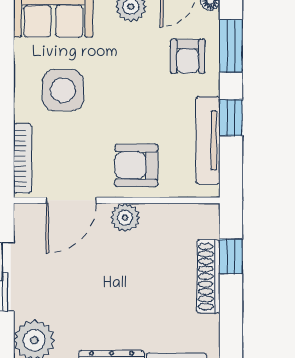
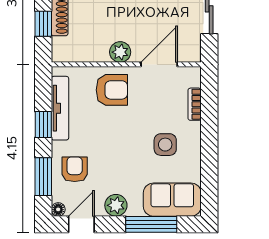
side table: (63, 90) -> (165, 145), width x0.73, depth x0.73
bookcase: (23, 158) -> (195, 104), width x0.64

